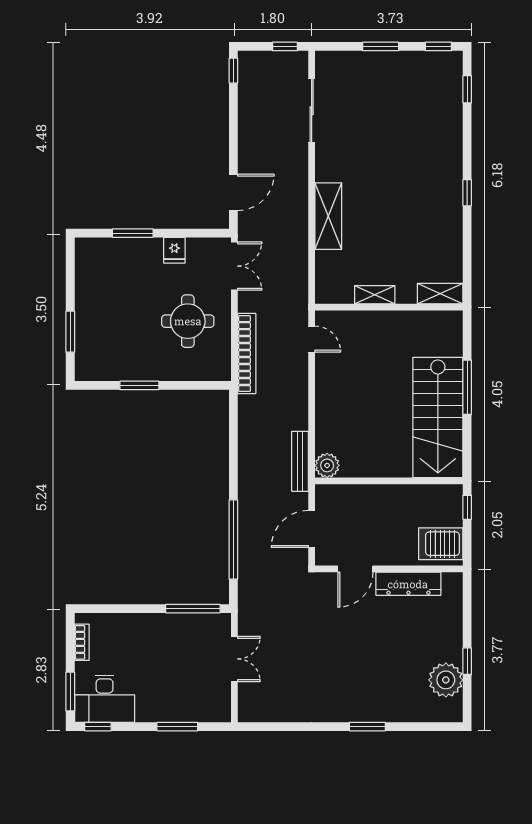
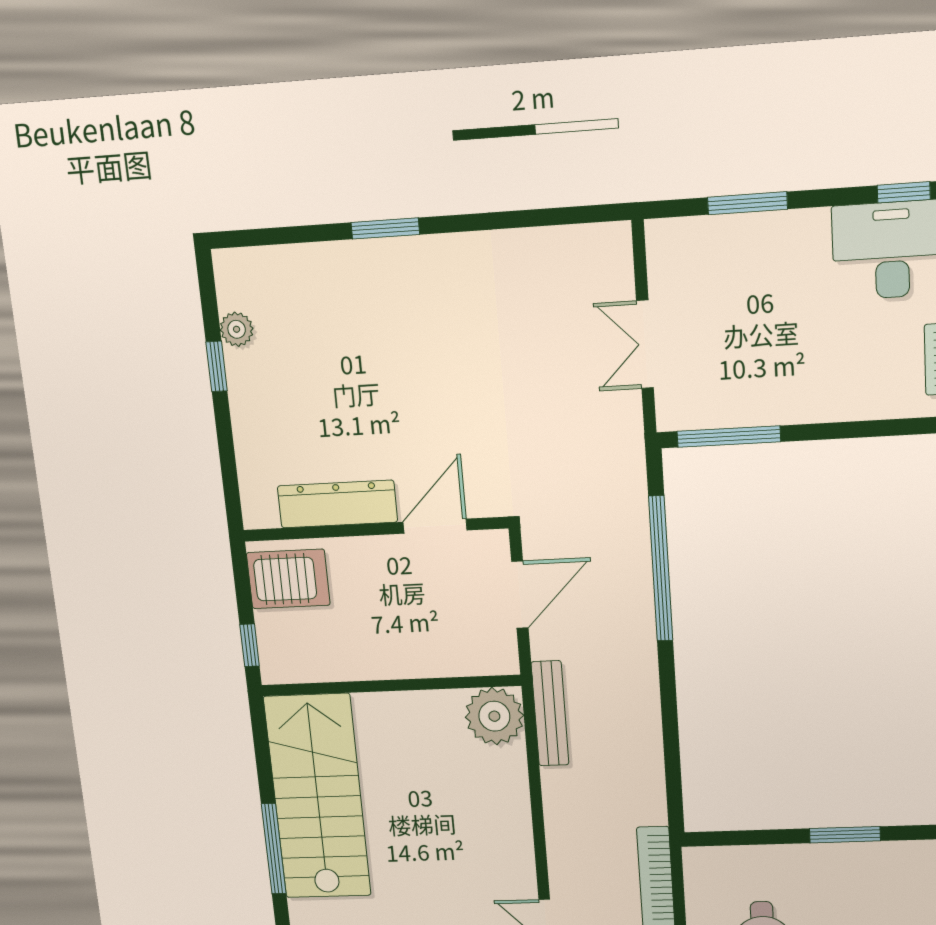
plant: (327, 465) -> (494, 716), width x1.36, depth x1.36
plant: (446, 680) -> (237, 329), width x0.53, depth x0.53

